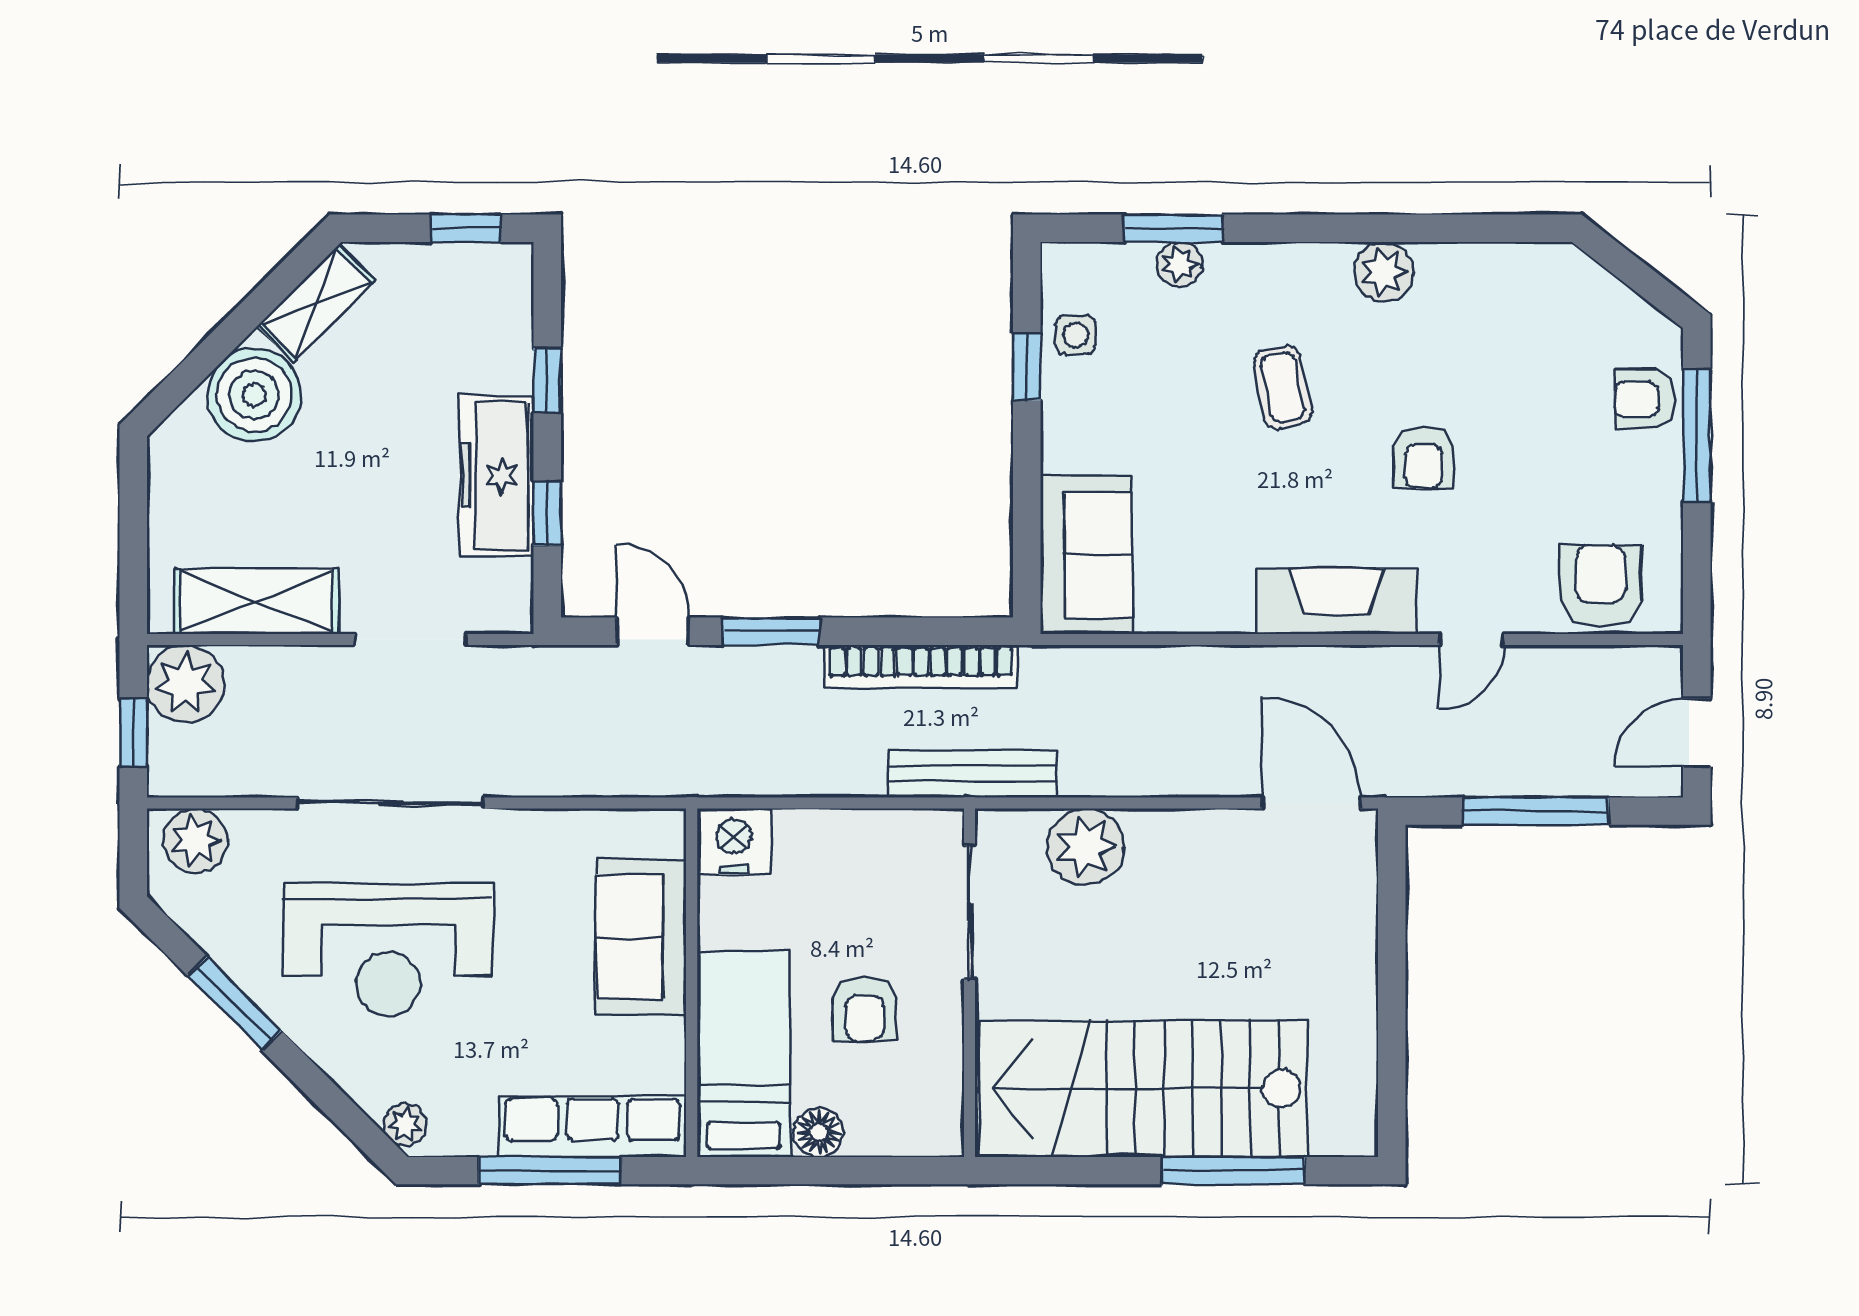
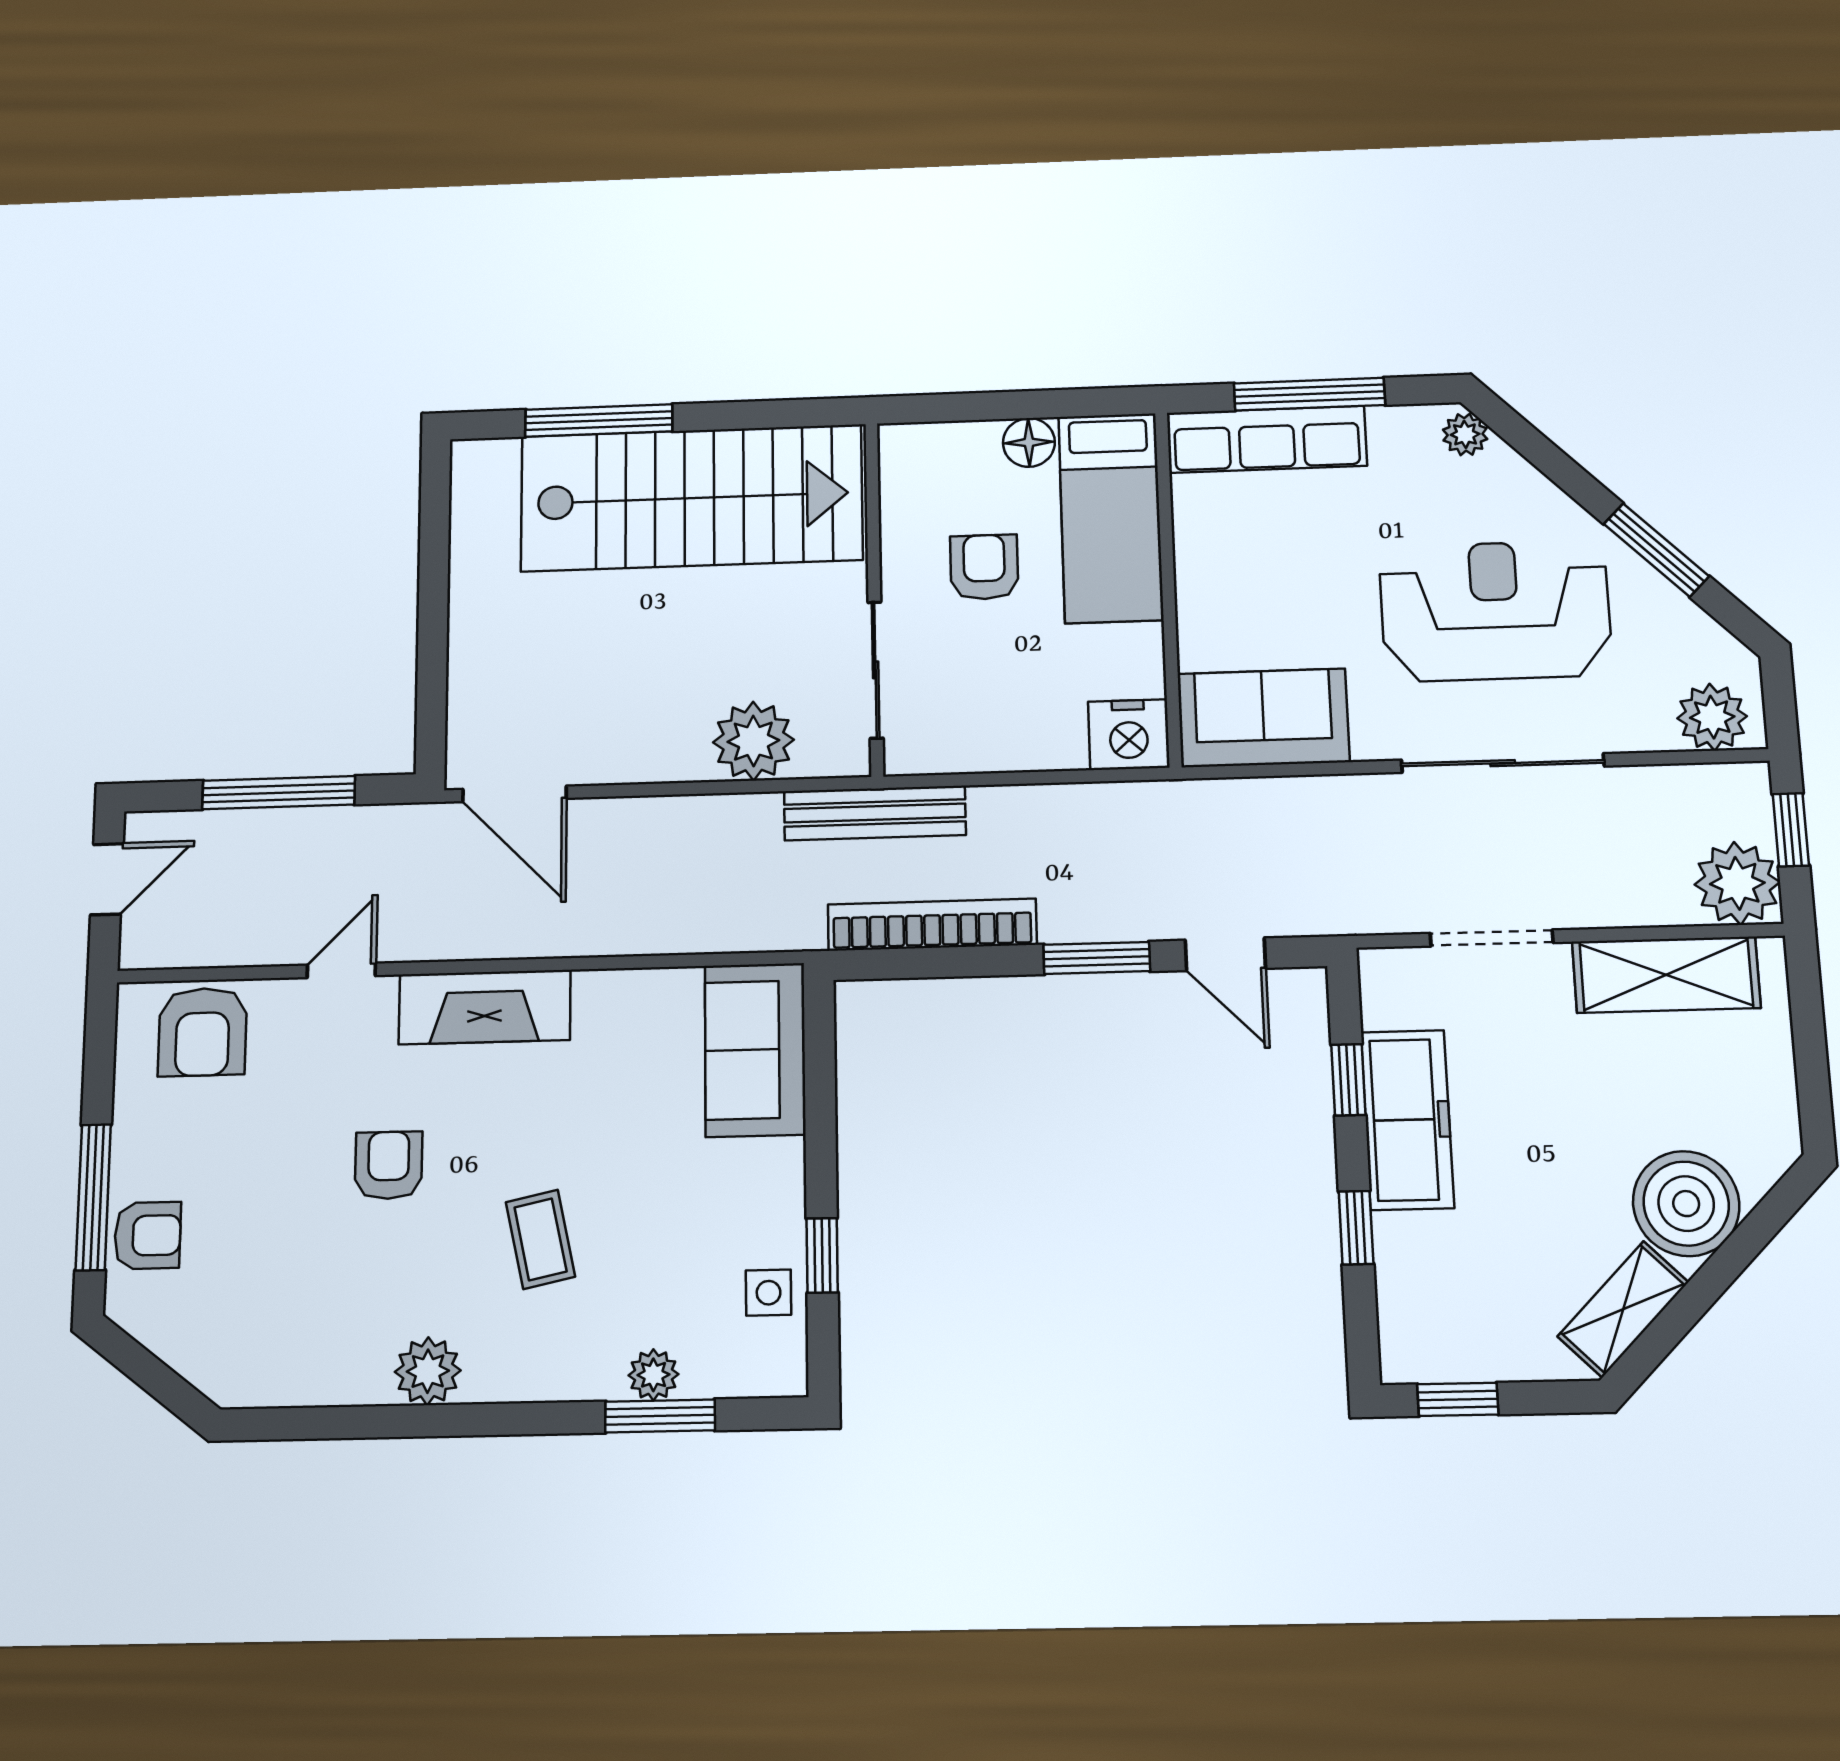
sofa: (641, 937) -> (1263, 718), moved, turned -90

